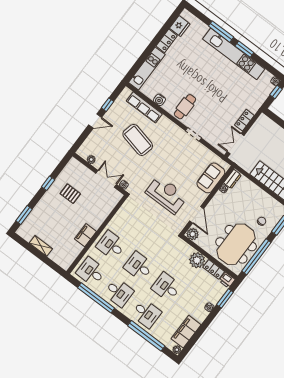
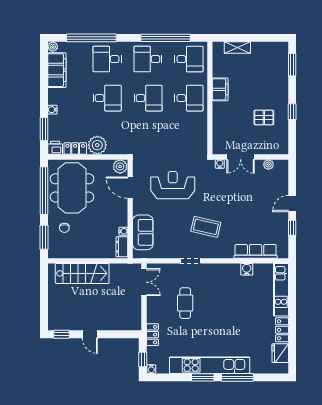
cafe table: (185, 107) -> (185, 303), moved
locker: (244, 120) -> (152, 335), moved
coffee table: (138, 140) -> (206, 227), moved, width x0.73, depth x0.76
reception desk: (166, 195) -> (173, 185), turned 180
shelving: (41, 246) -> (237, 48), moved

